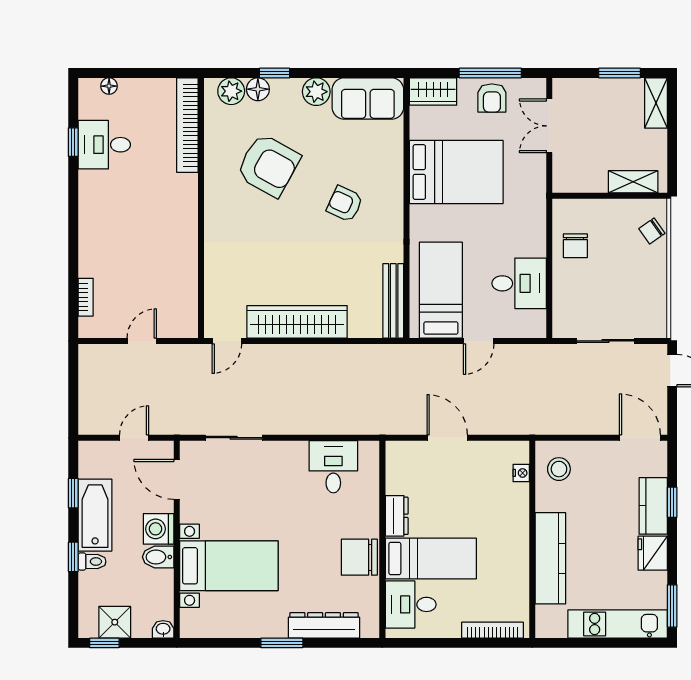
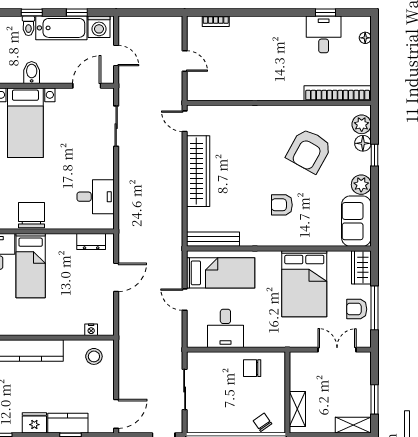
armchair: (345, 204) -> (282, 205), turned -115
dresser: (397, 516) -> (91, 242), moved
washing machine: (159, 529) -> (99, 27), moved, turned 180

